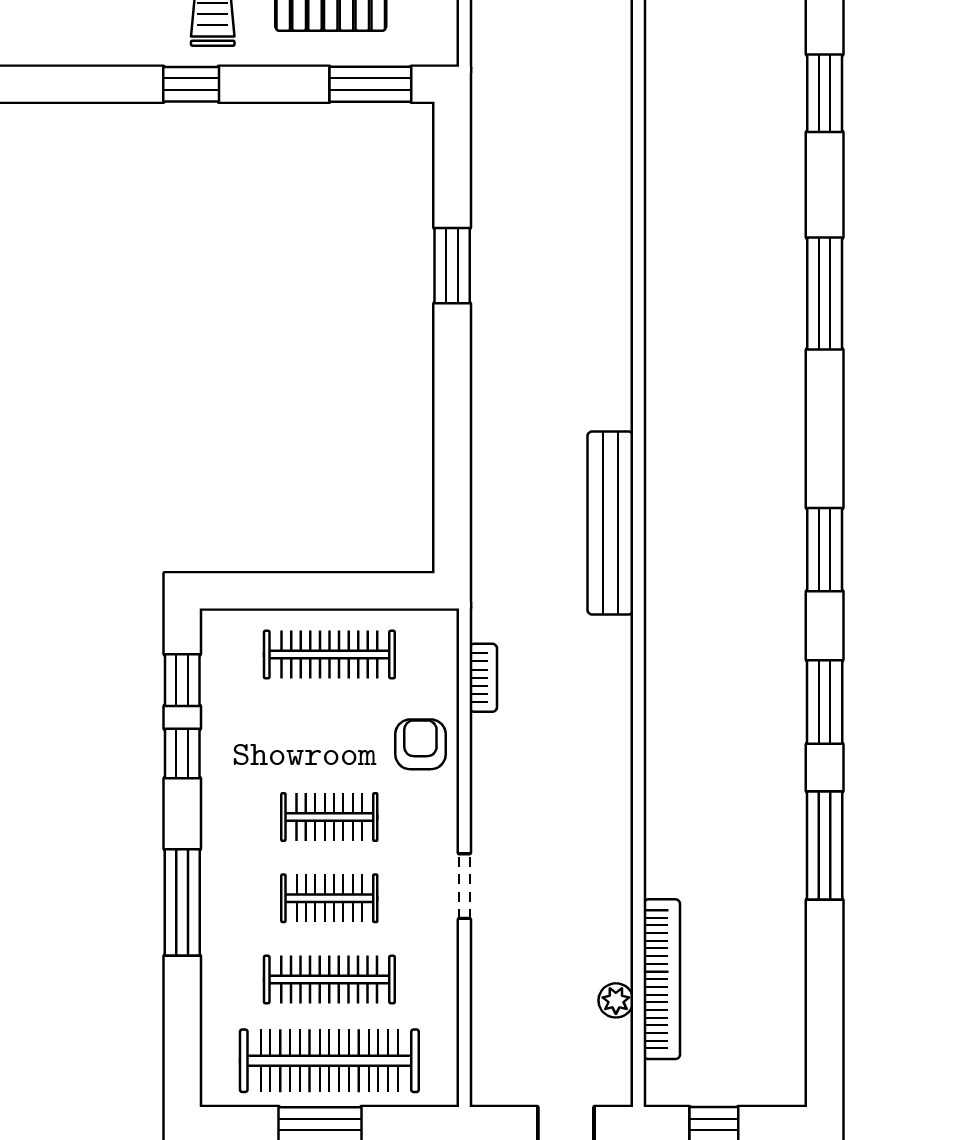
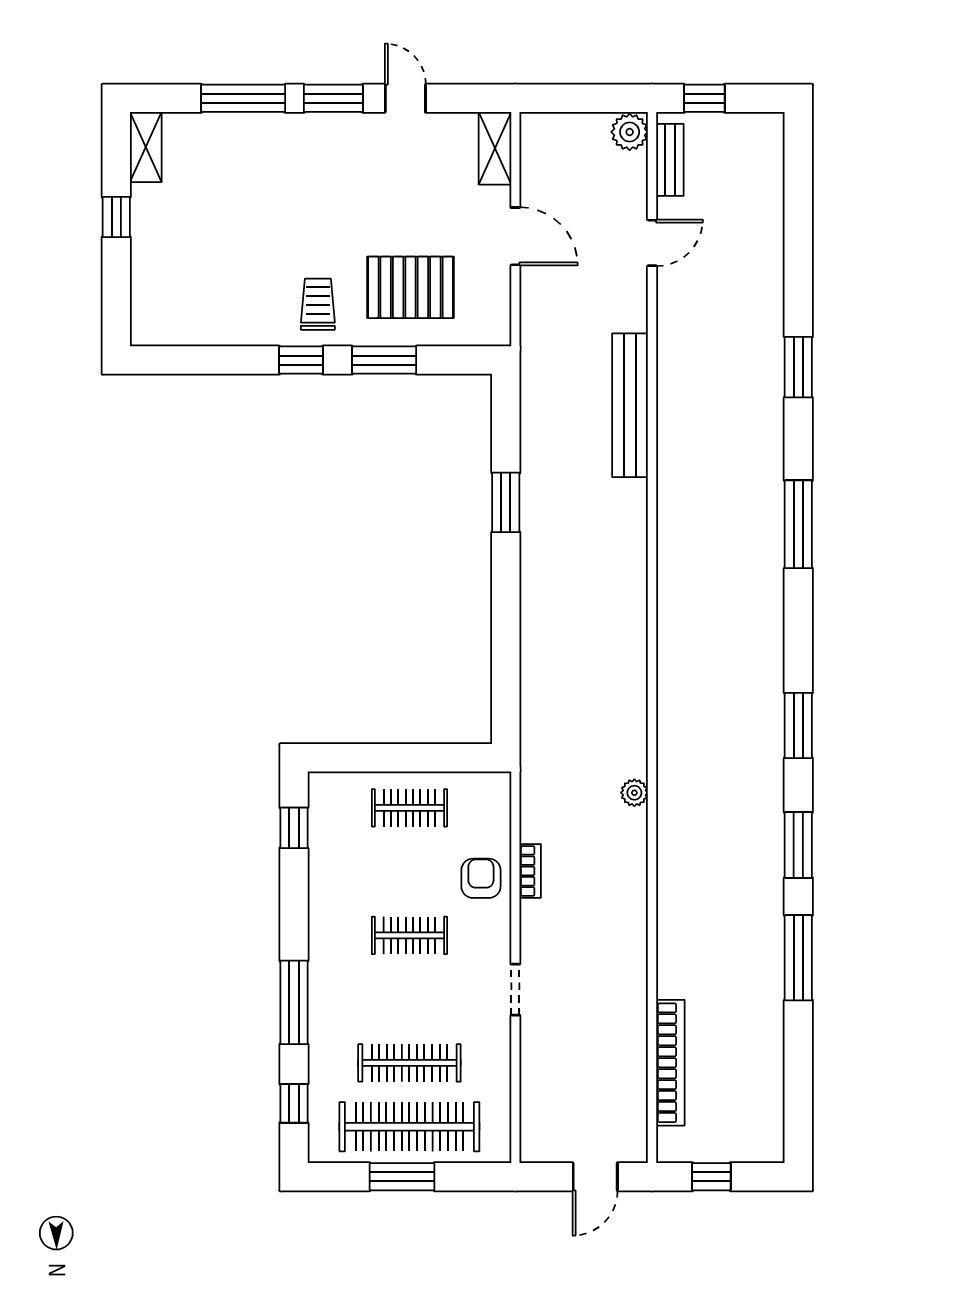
window: (370, 84) -> (384, 360), moved
bench: (610, 523) -> (630, 405), moved
clothes rail: (329, 655) -> (409, 808), width x0.73
bookcase: (483, 678) -> (530, 871), moved
window: (182, 754) -> (294, 1103), moved
clothes rail: (329, 898) -> (409, 999), removed
plant: (616, 1000) -> (634, 793), moved

